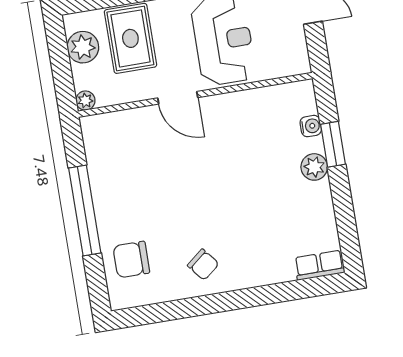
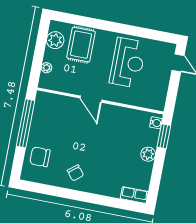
wall: (195, 95) -> (100, 101), moved
door: (178, 98) -> (91, 99), moved
plant: (314, 167) -> (148, 154), moved

